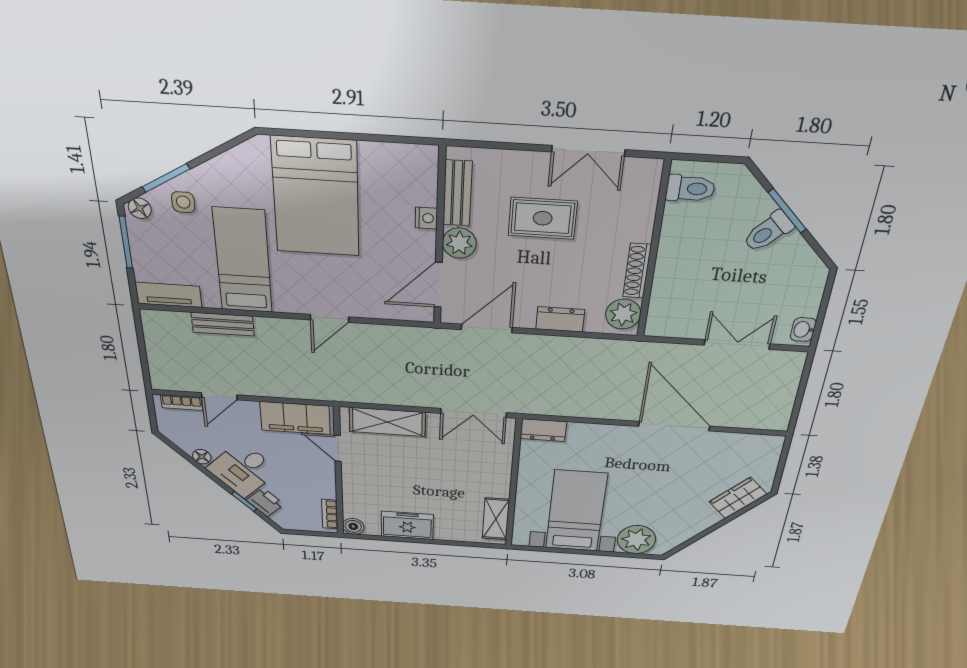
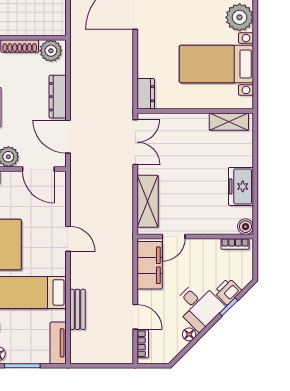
dresser: (560, 319) -> (58, 97), width x1.44

